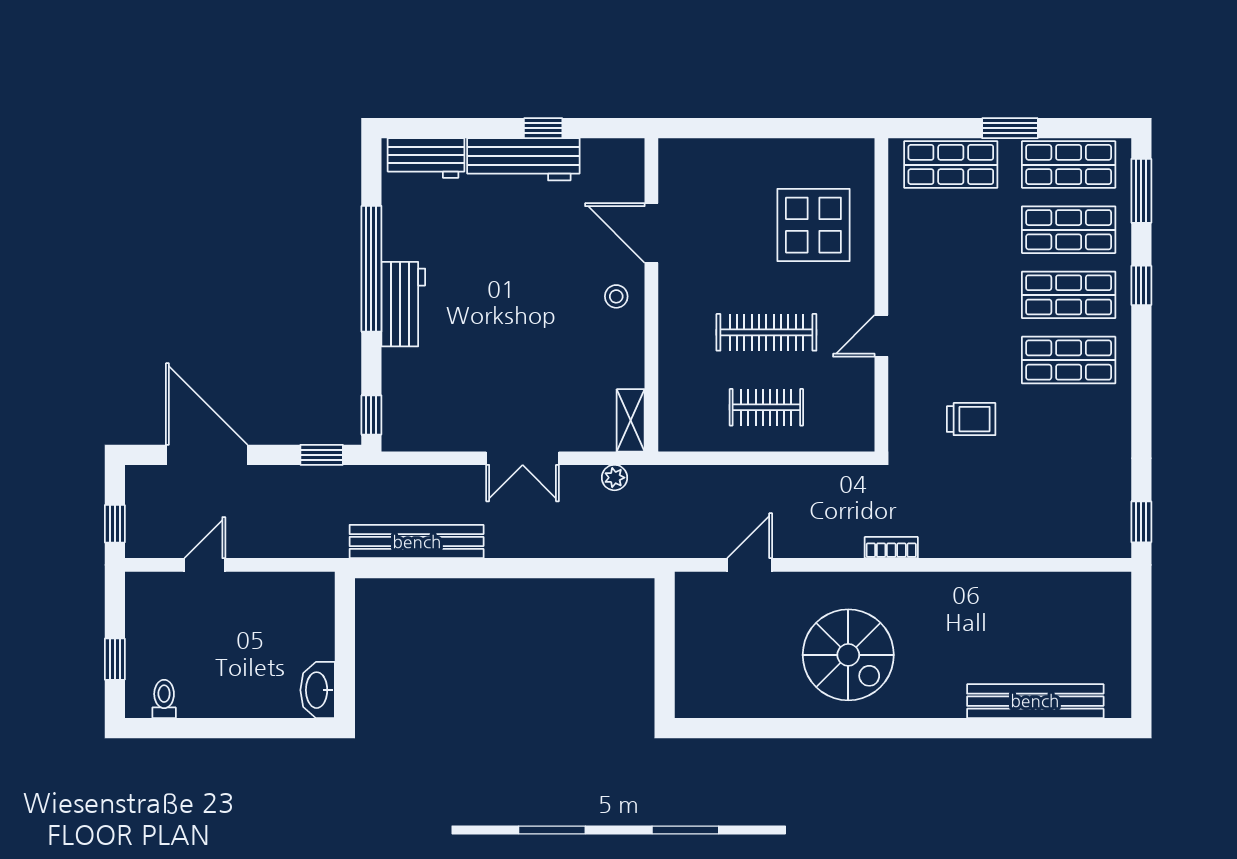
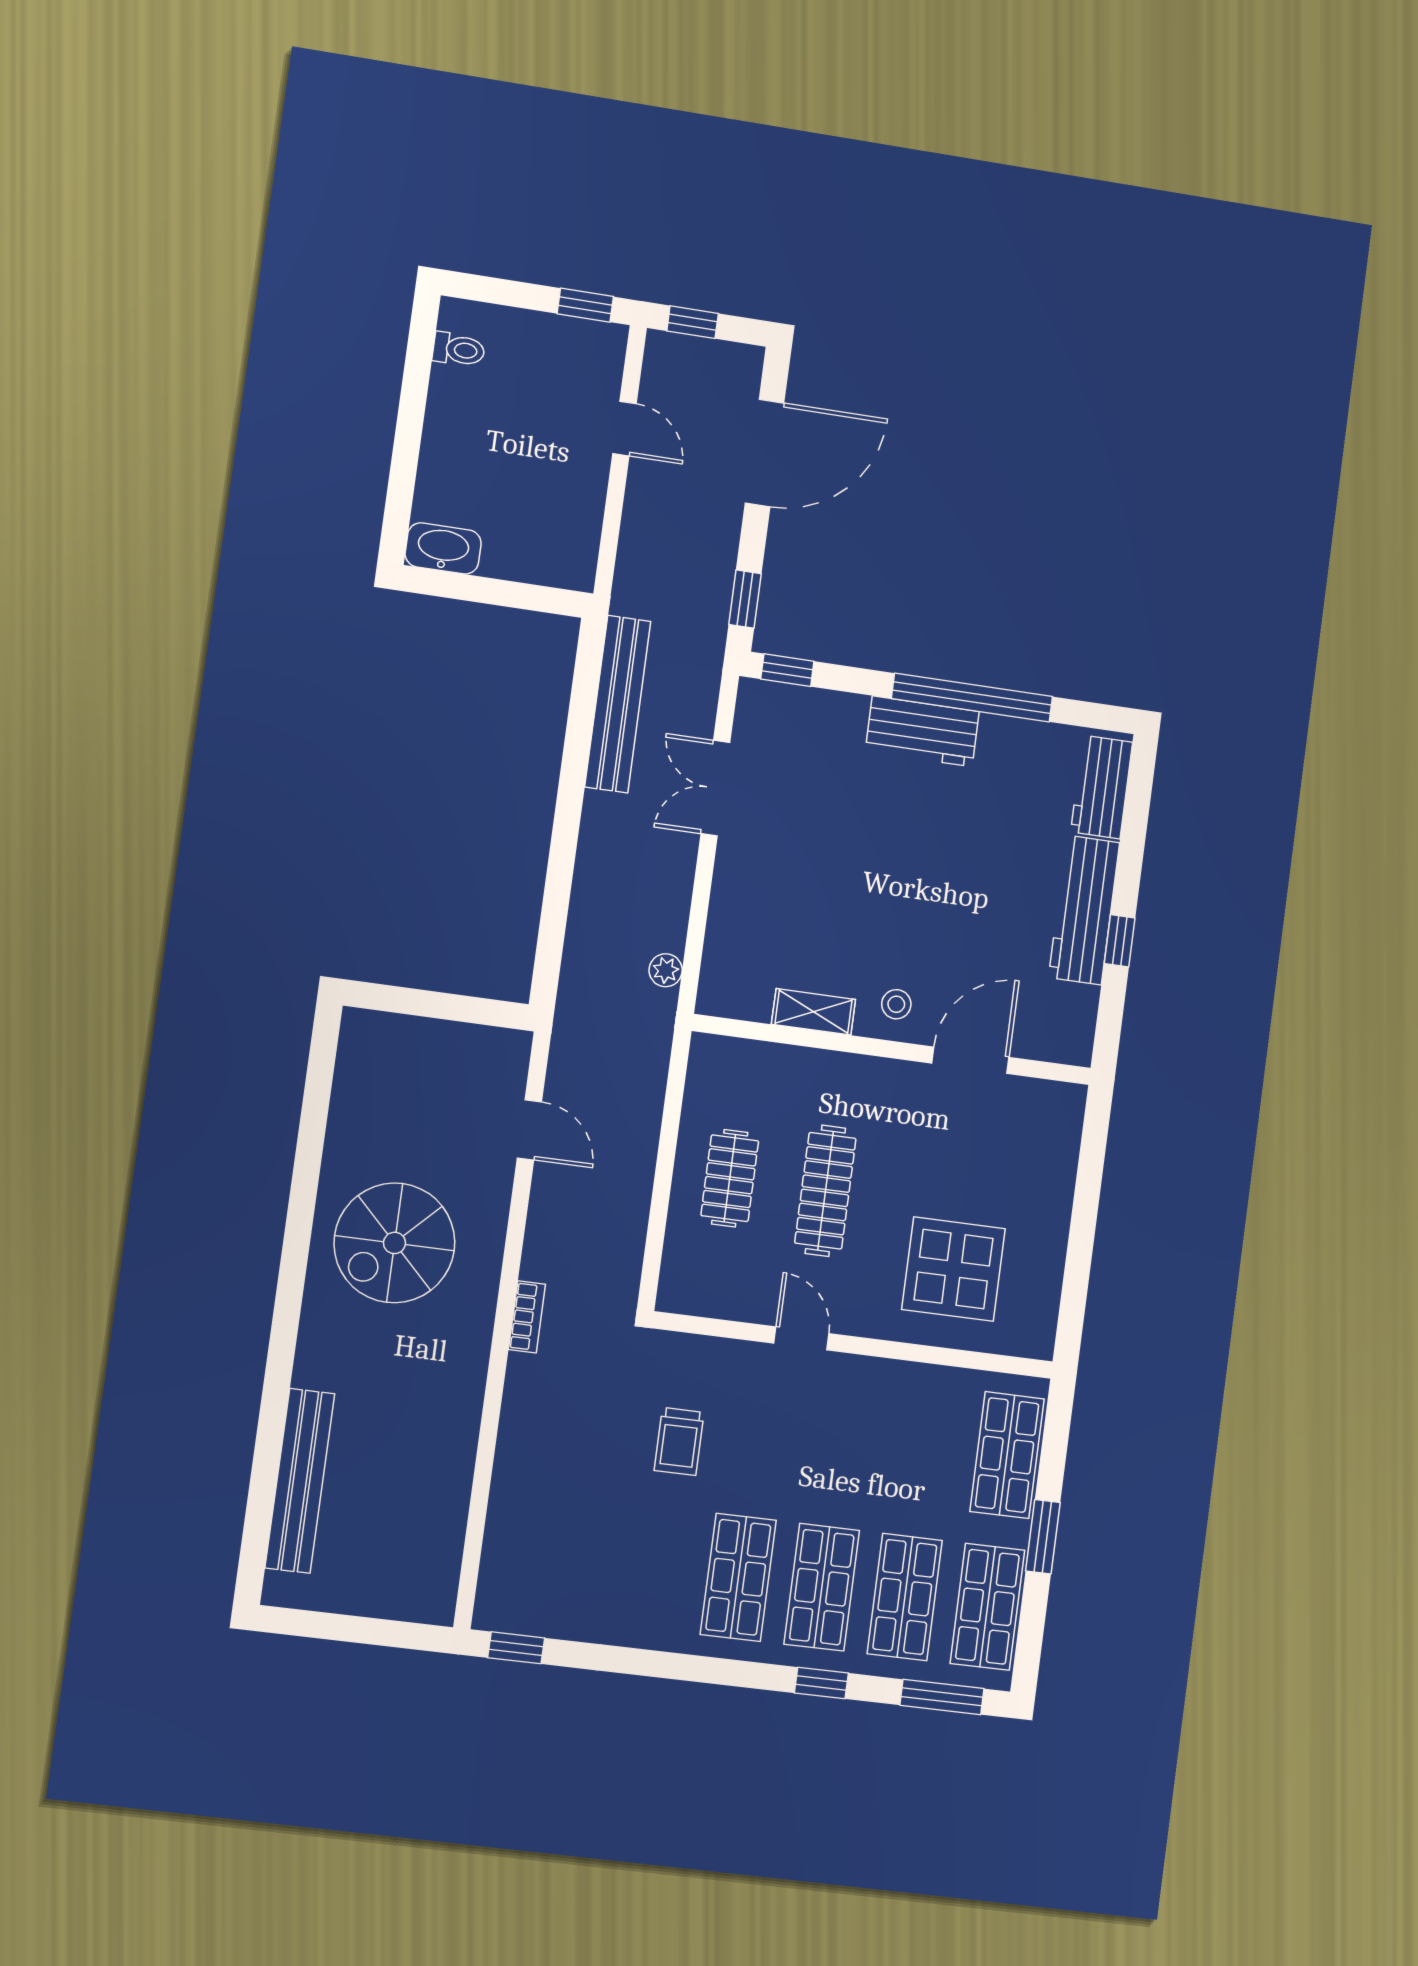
shelving: (631, 420) -> (814, 1012), moved
double door: (523, 458) -> (715, 788), moved
window: (115, 659) -> (585, 305), moved

